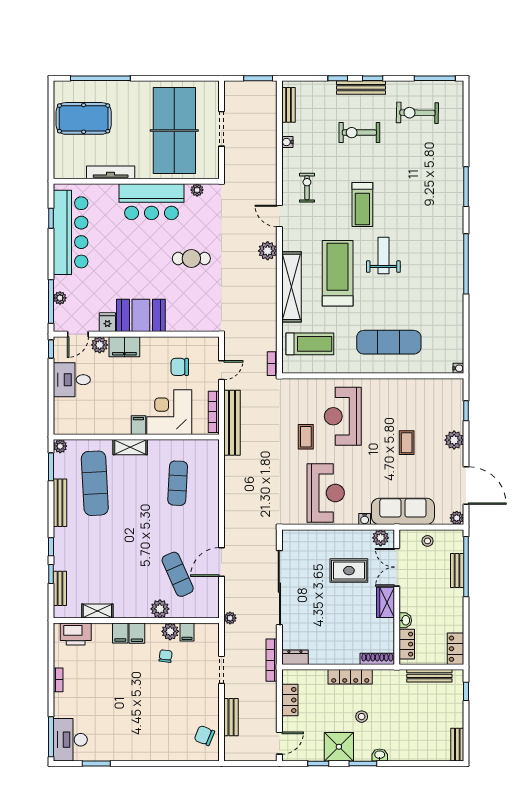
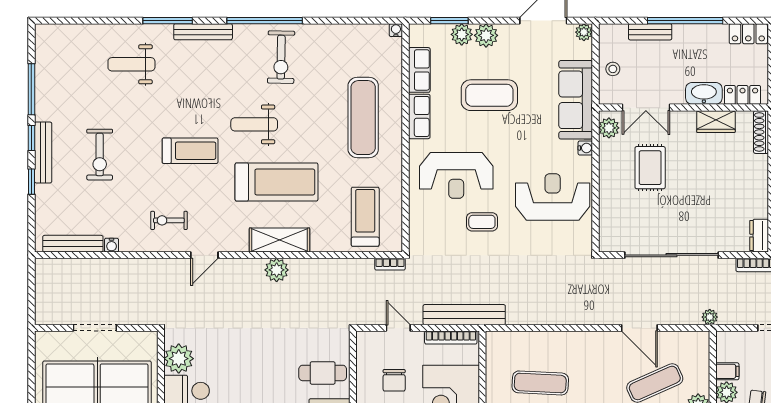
window: (258, 78) -> (31, 282), removed
window: (435, 78) -> (31, 89), moved
bench: (288, 105) -> (73, 244), width x1.36
exercise bike: (417, 113) -> (281, 57), moved
weight bench: (431, 158) -> (131, 64), added
plant: (197, 190) -> (179, 359), width x1.87, depth x1.87
bench: (457, 215) -> (203, 32), added
plant: (268, 251) -> (277, 270), moved
cafe table: (191, 259) -> (323, 373), moved, turned 90
treadmill: (338, 273) -> (277, 182), turned 180
shelving: (291, 287) -> (280, 240), width x0.68
row of seats: (390, 387) -> (419, 116), added
row of seats: (427, 387) -> (419, 70), added
window: (466, 411) -> (449, 21), width x1.50
plant: (455, 421) -> (462, 34), added
coffee table: (407, 443) -> (489, 95), width x1.86, depth x1.72
window: (466, 567) -> (685, 21), moved
wardrobe: (386, 602) -> (716, 122), moved
washbasin: (405, 620) -> (704, 93), width x1.91, depth x1.45

